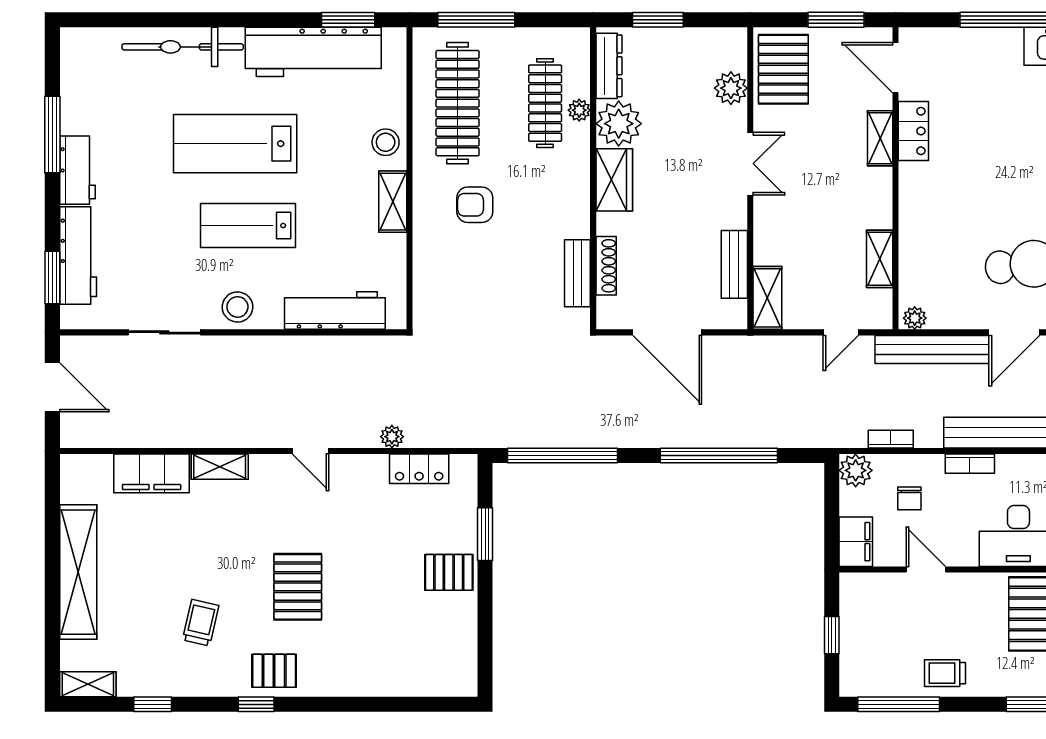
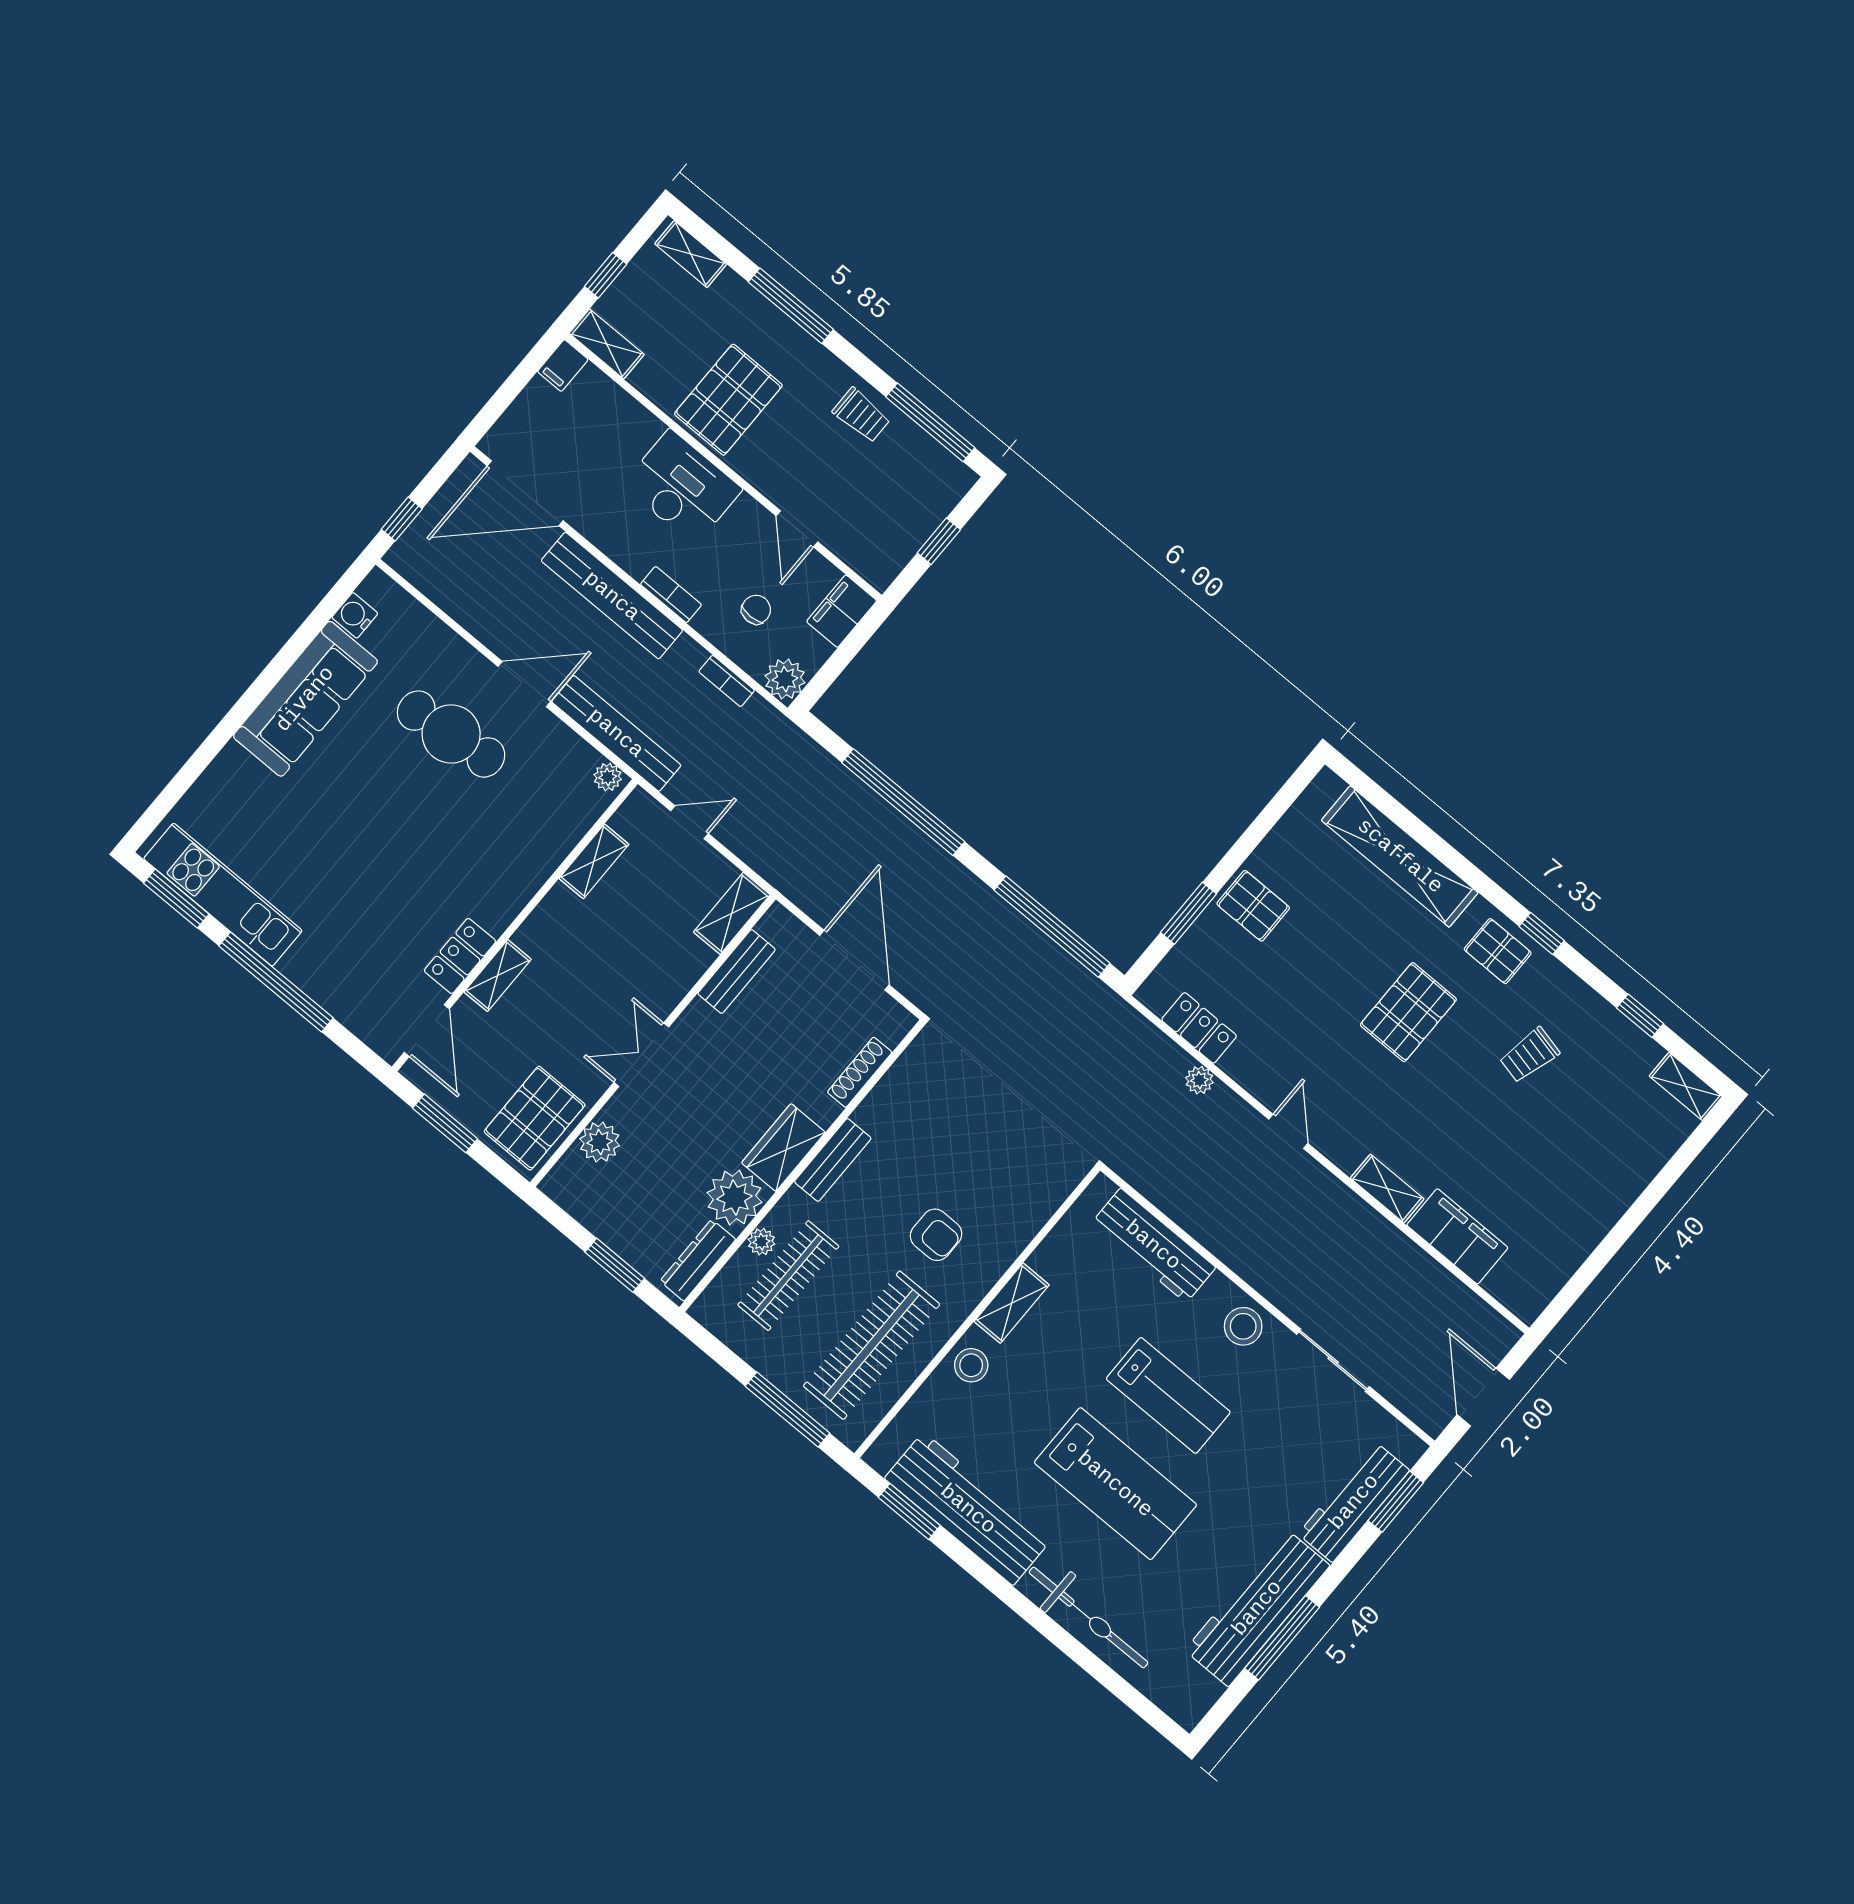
workbench: (77, 170) -> (1257, 1608), width x1.88, depth x1.32
bench: (577, 273) -> (833, 1160), moved
shelving: (78, 572) -> (1400, 856), moved, turned 90

